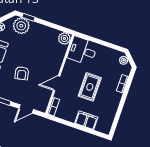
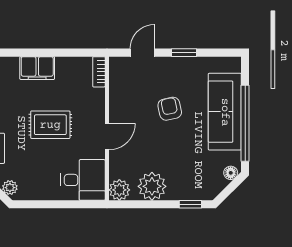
plant: (21, 26) -> (152, 186), moved
door: (57, 83) -> (107, 137), moved
rug: (90, 87) -> (50, 125), turned 90

